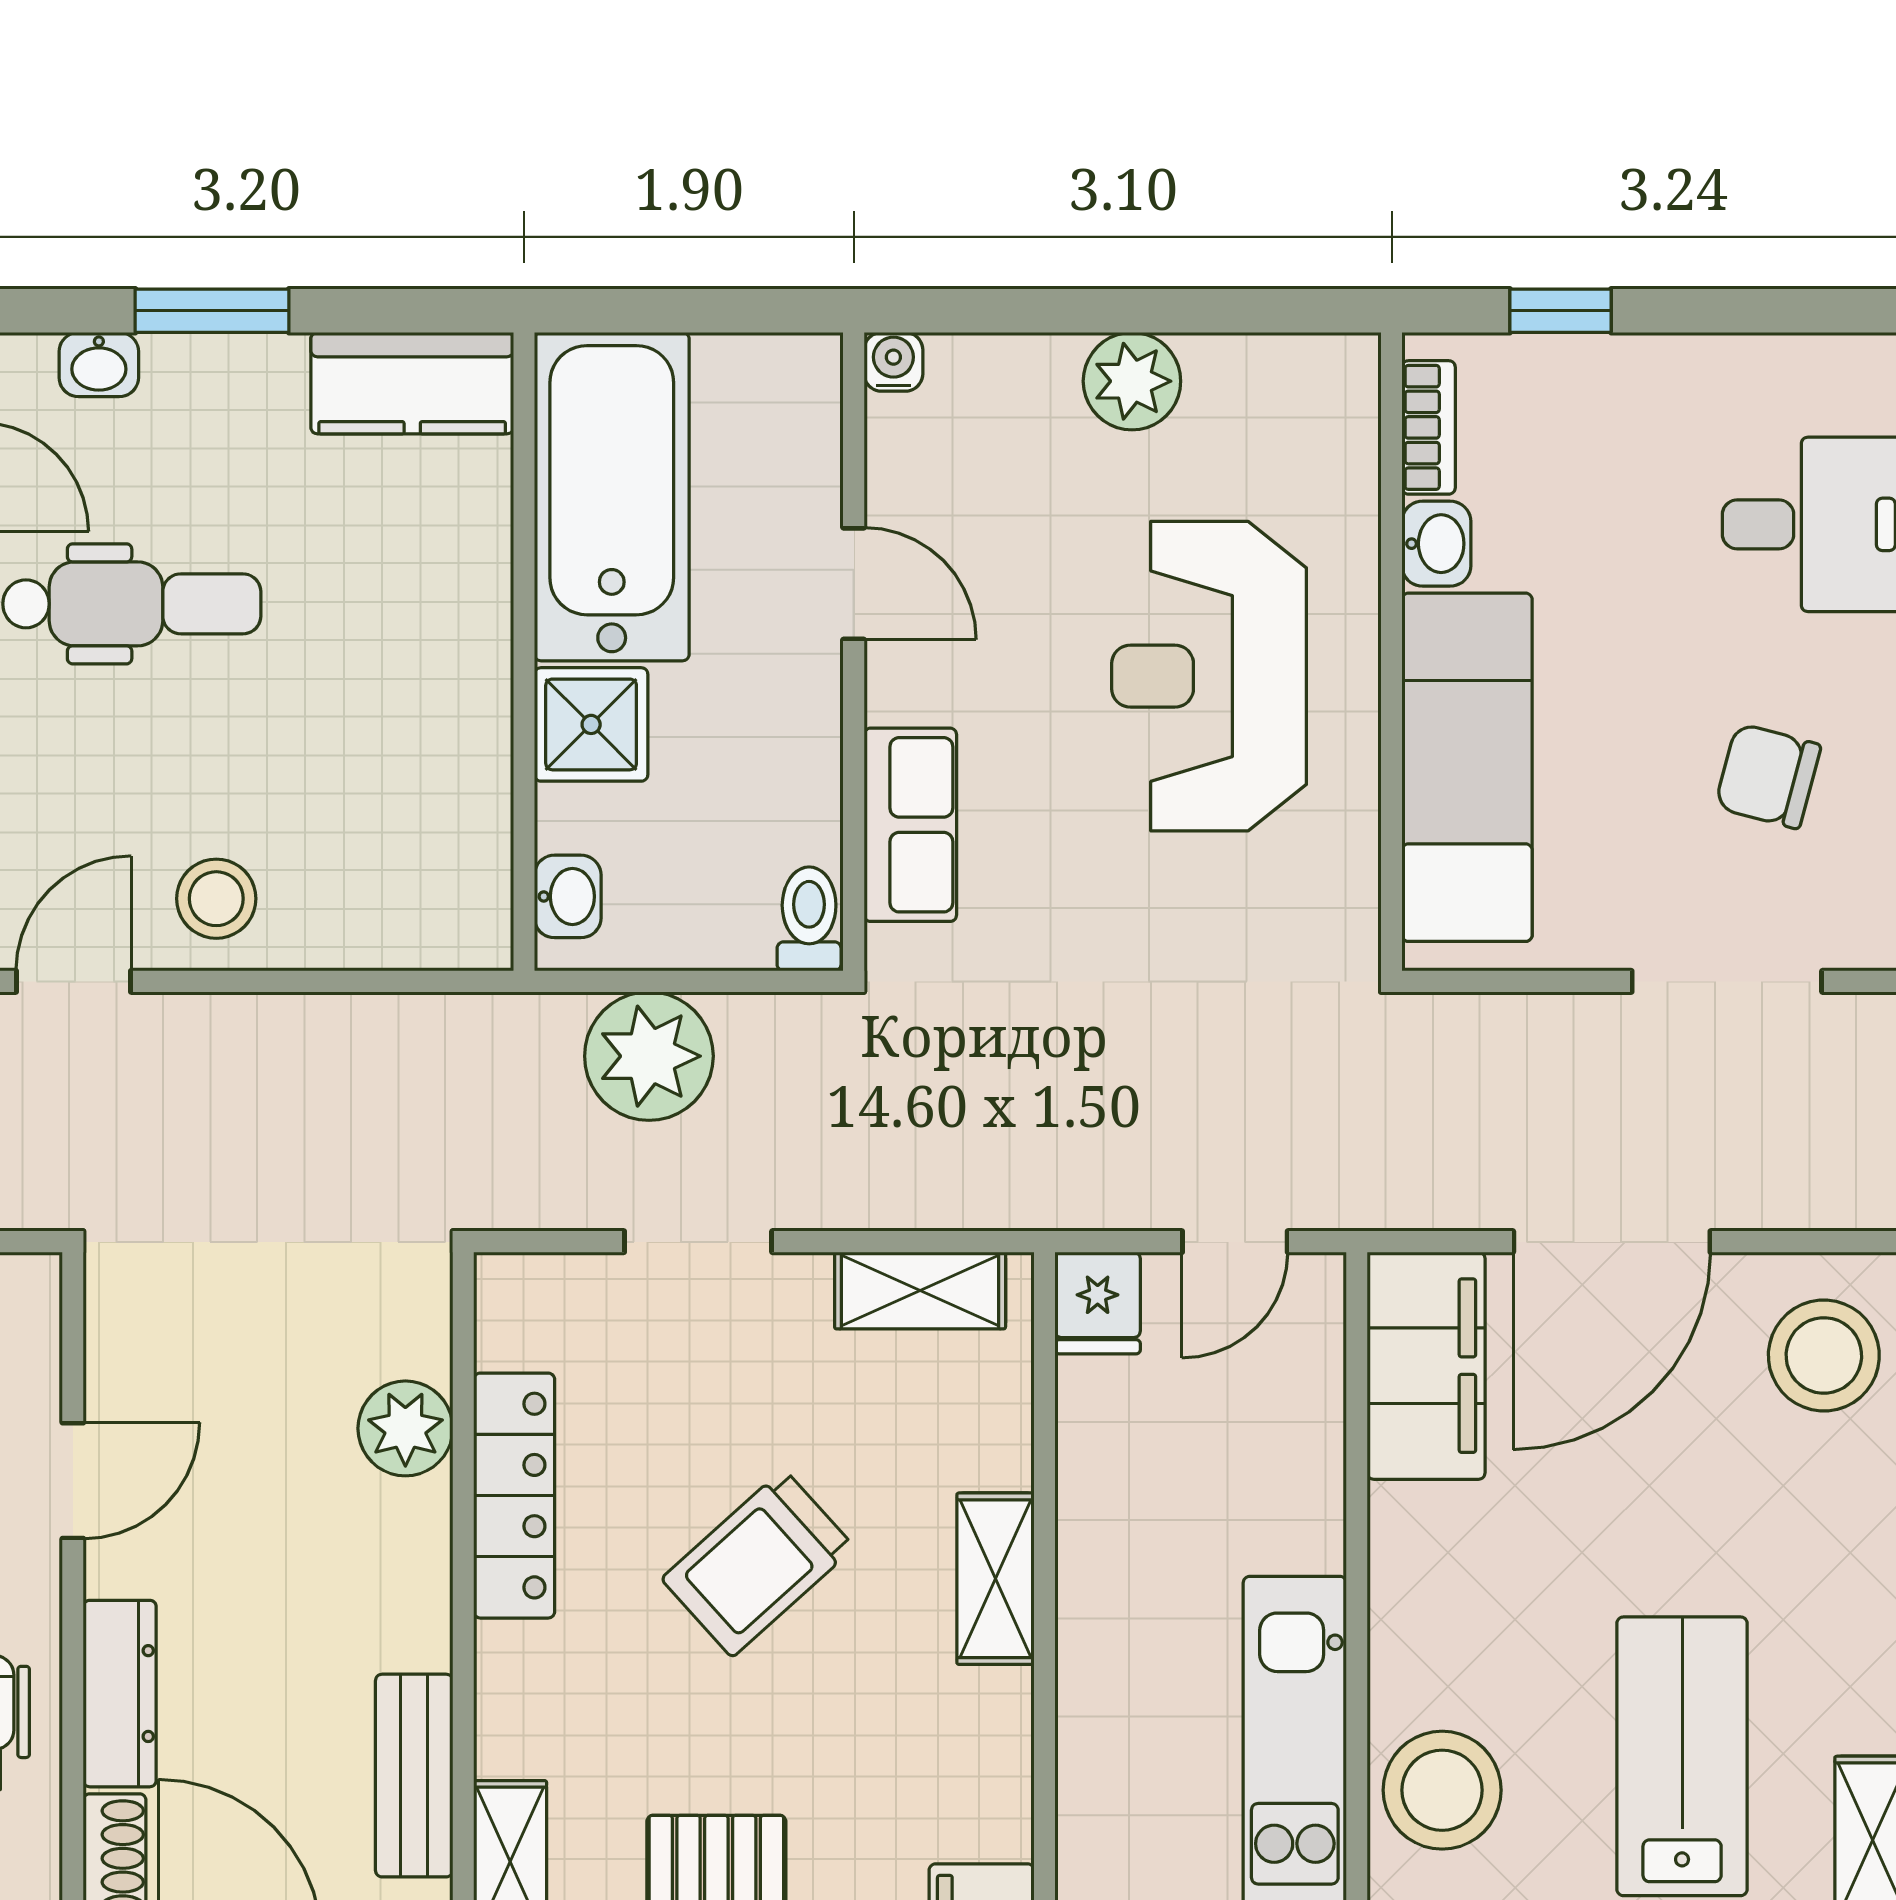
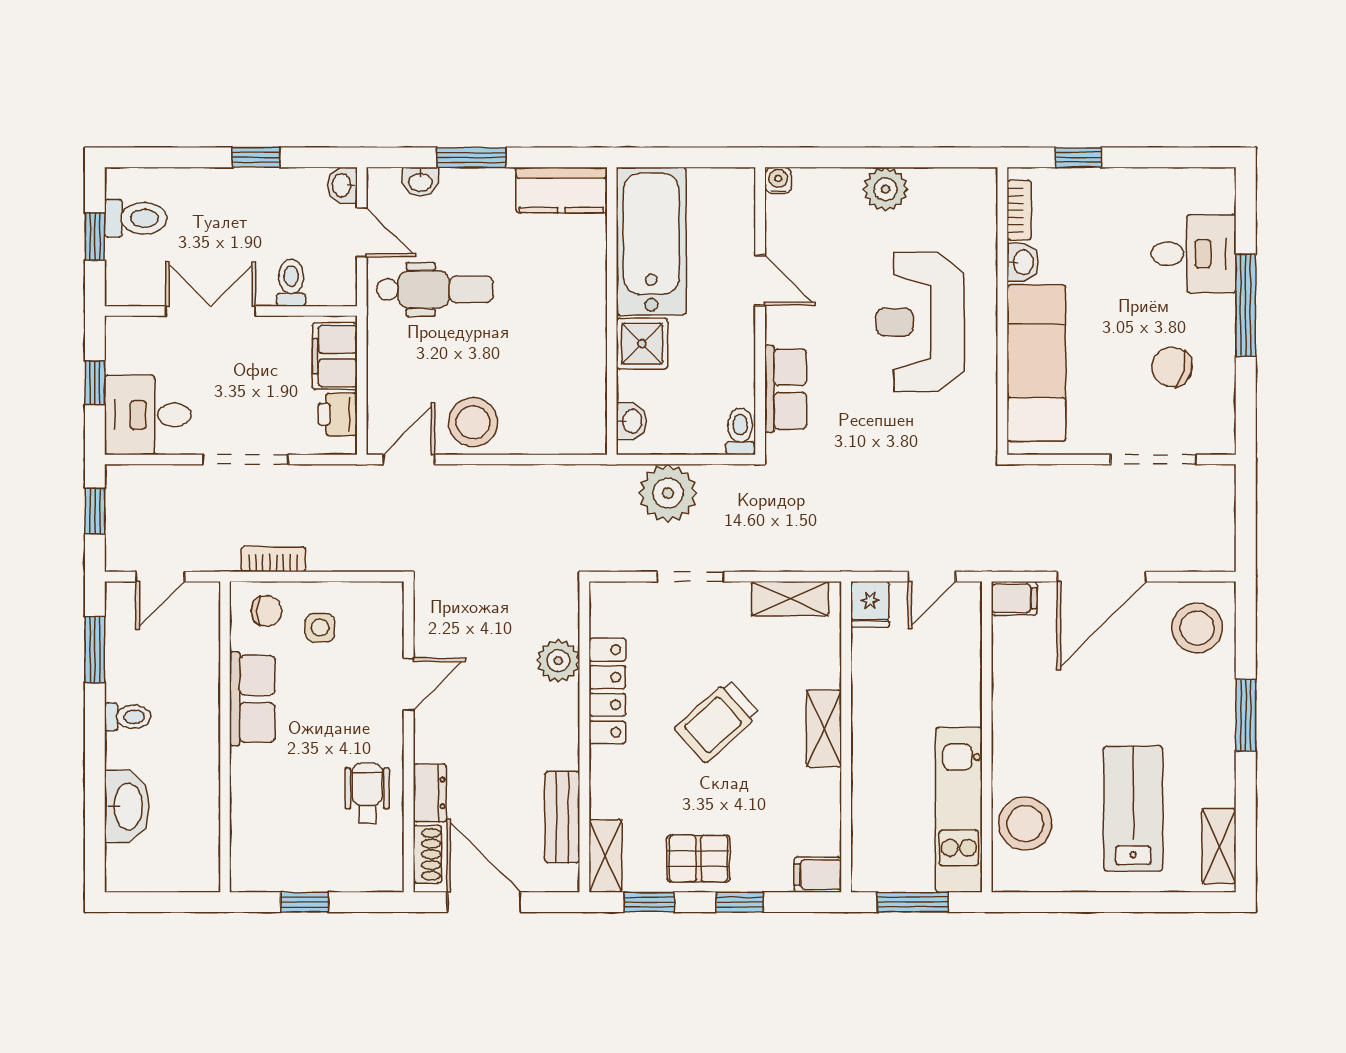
stool: (216, 899) -> (473, 422), width x1.38, depth x1.38
filing cabinet: (1426, 1366) -> (1014, 598), width x0.33, depth x0.86
dresser: (120, 1694) -> (430, 793), width x0.70

